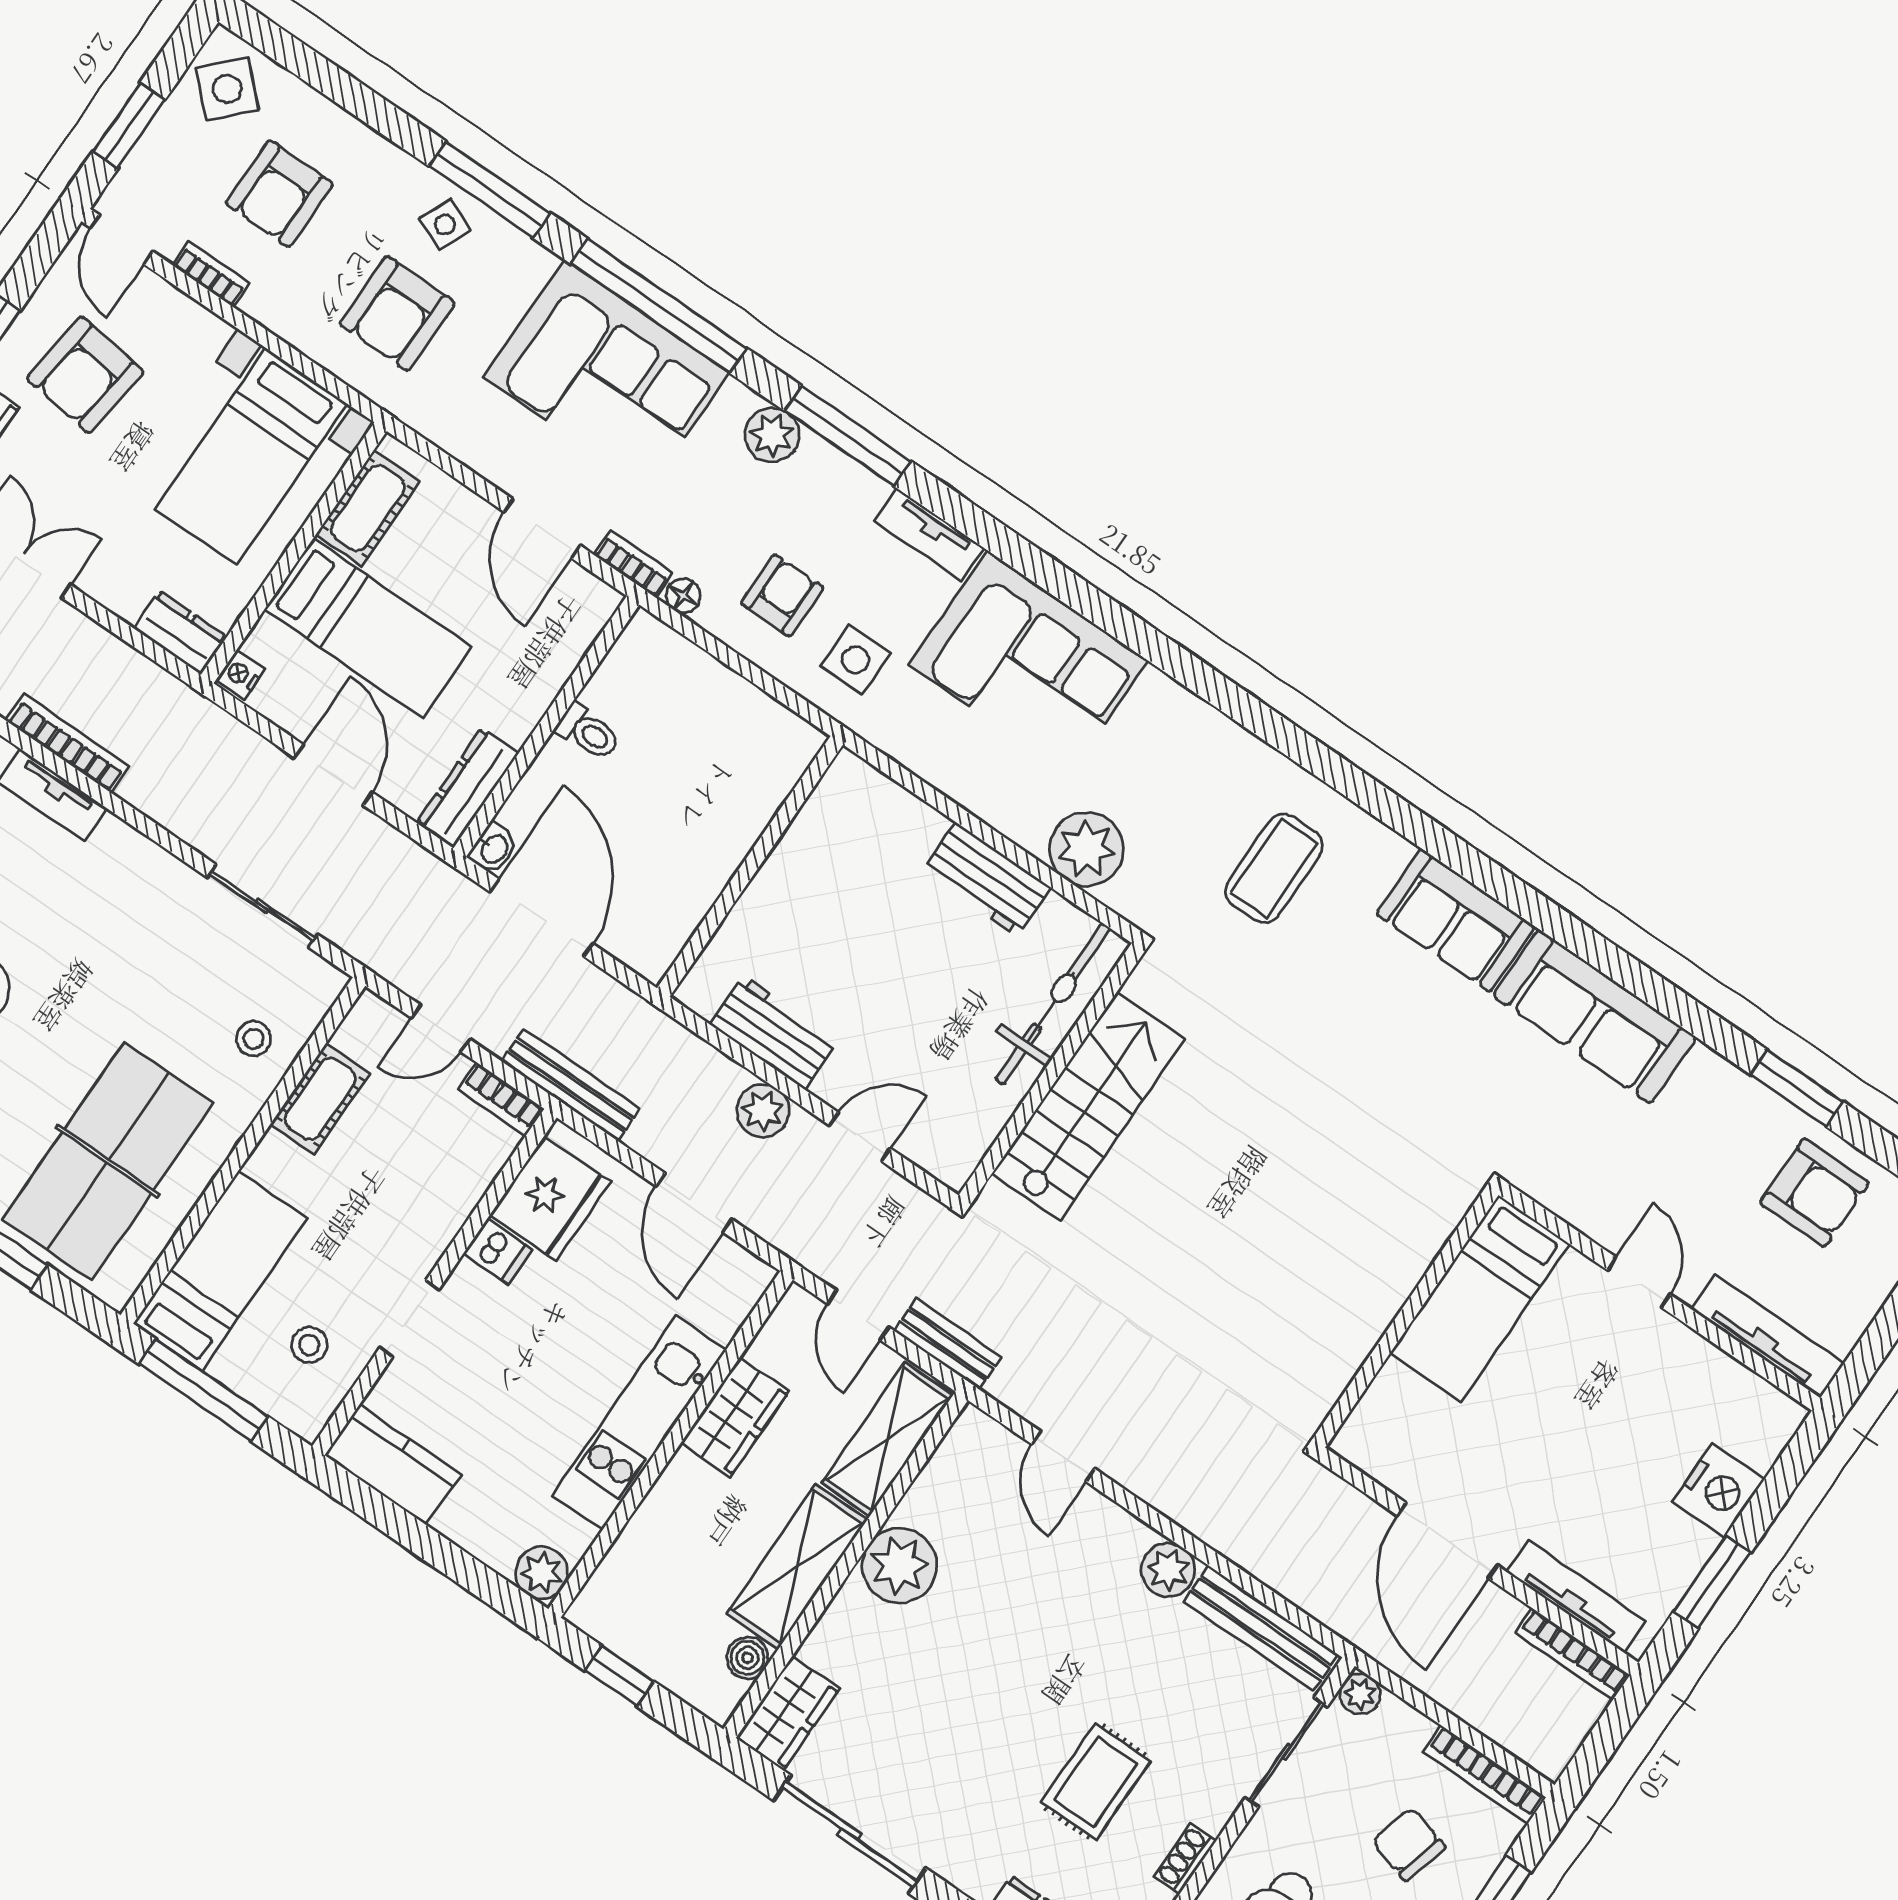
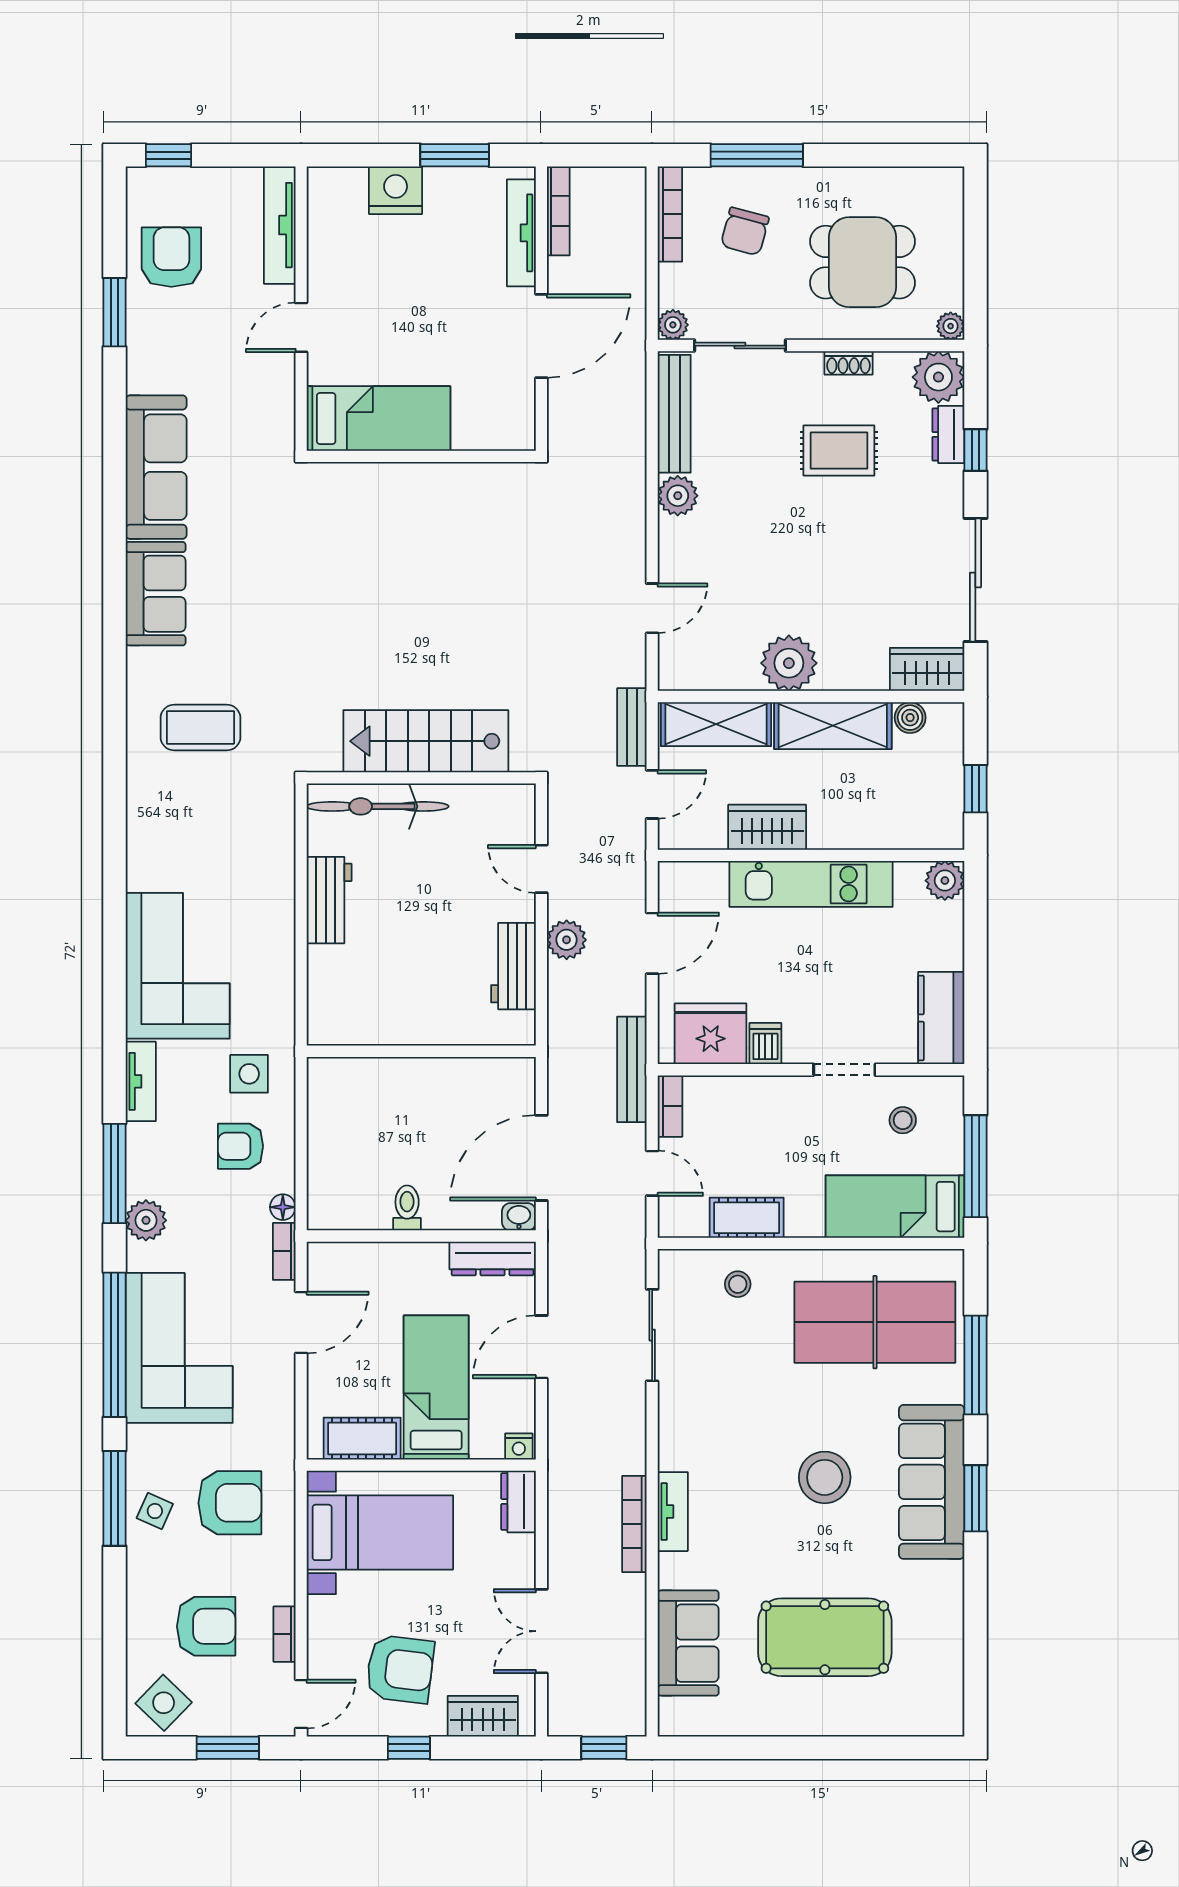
plant: (1086, 849) -> (268, 851), removed

